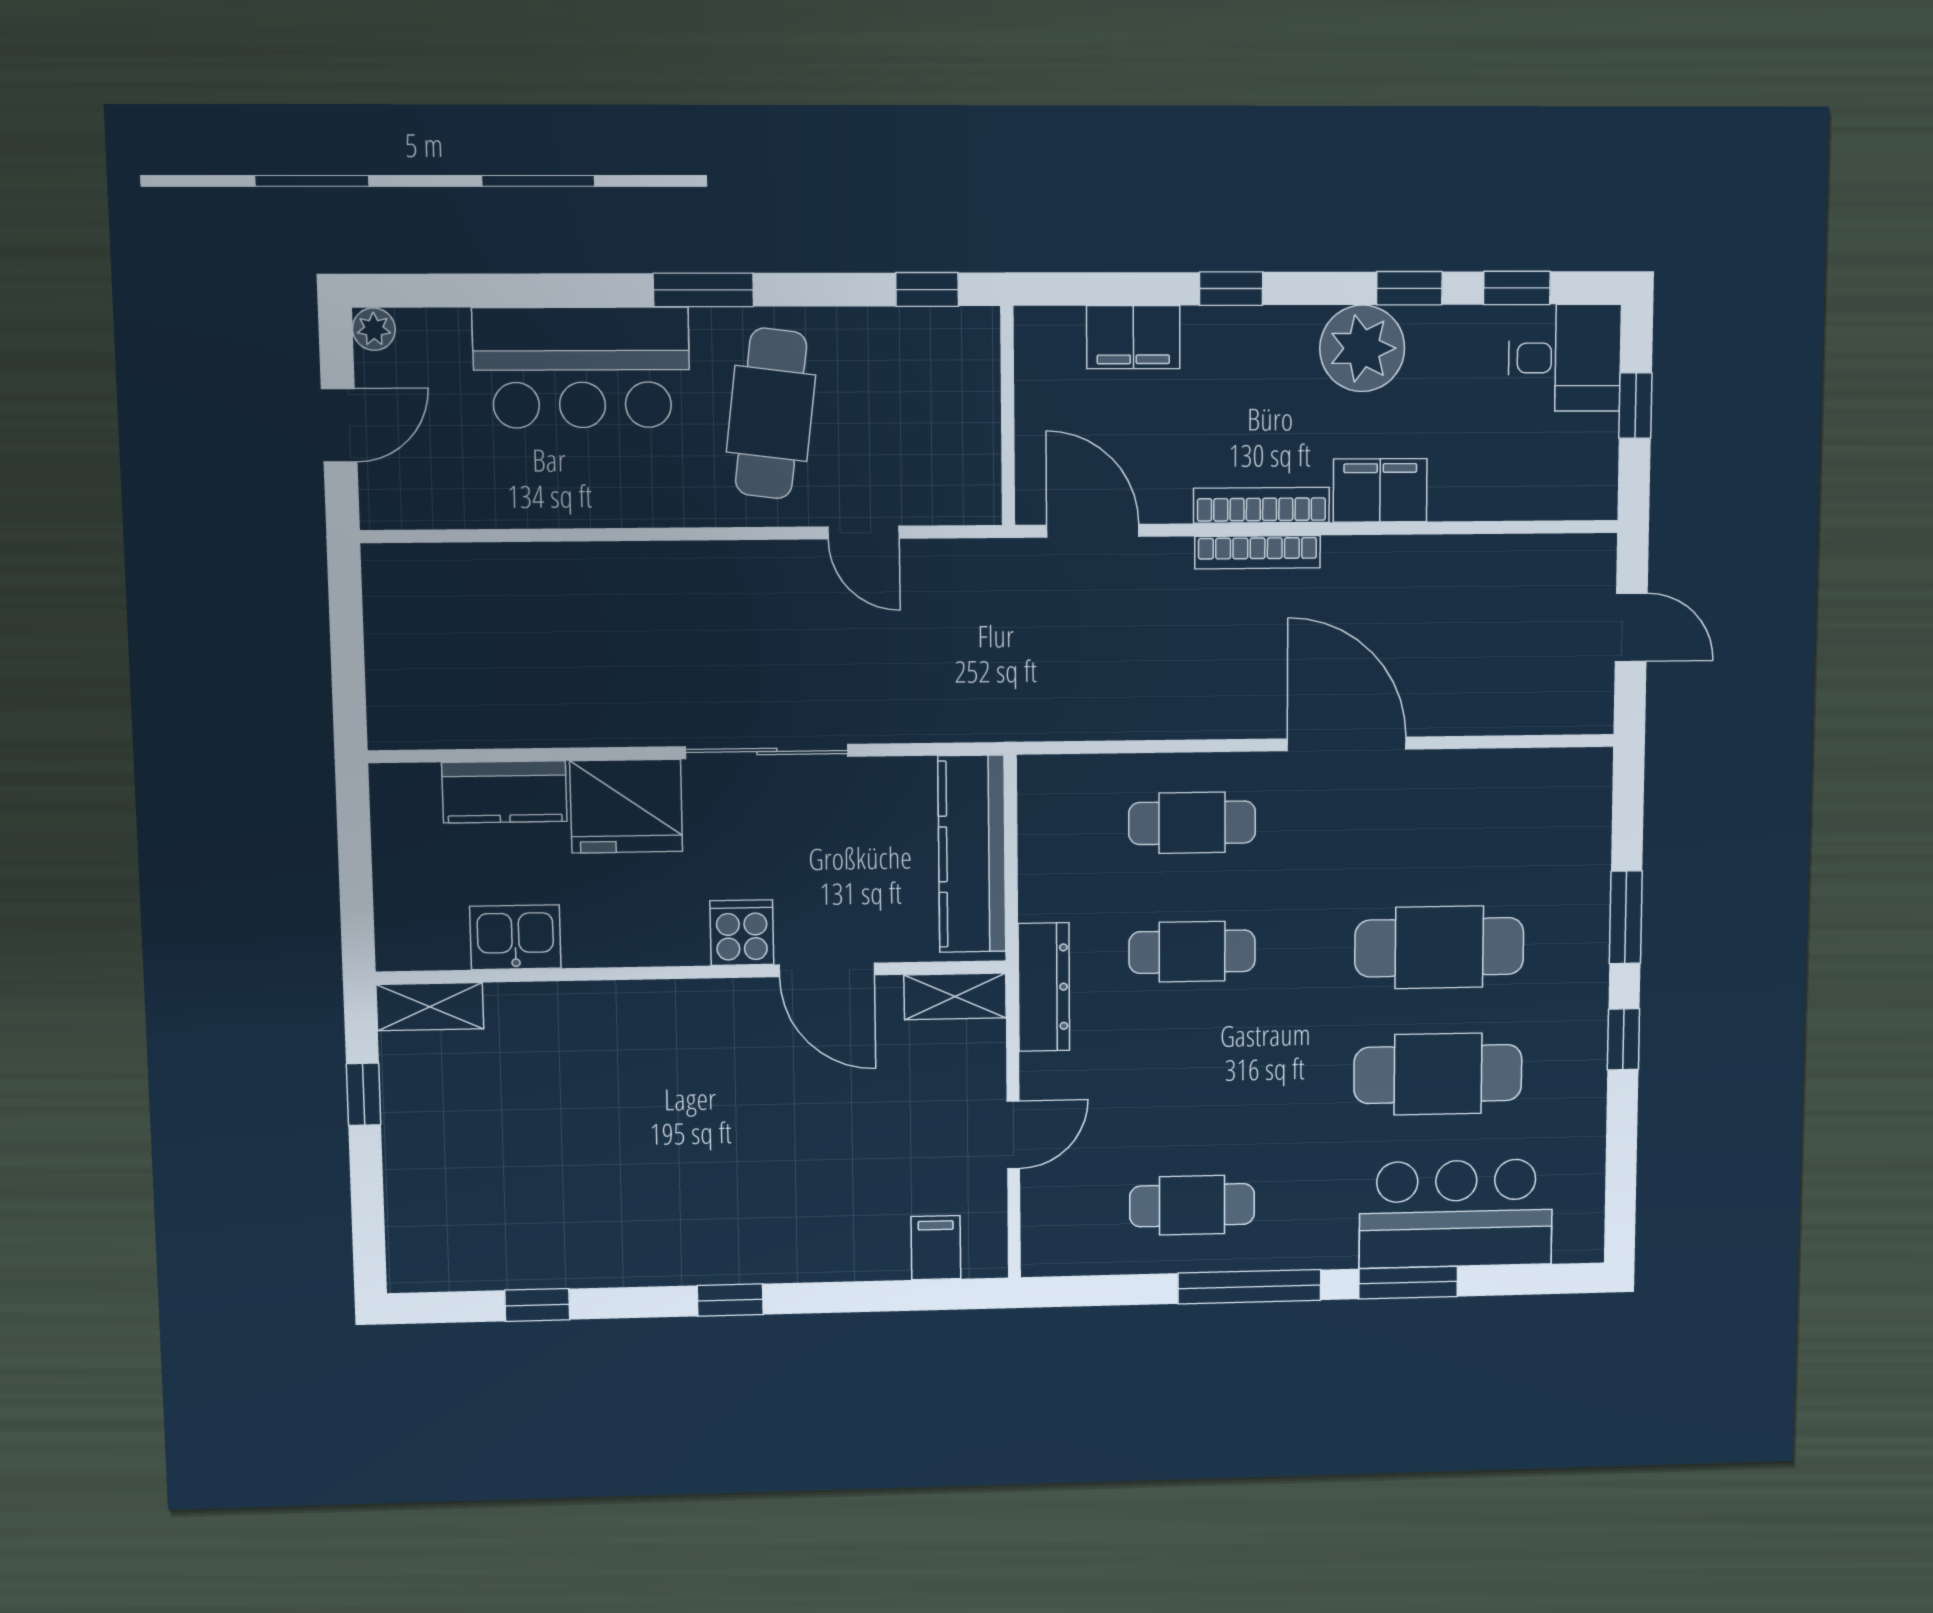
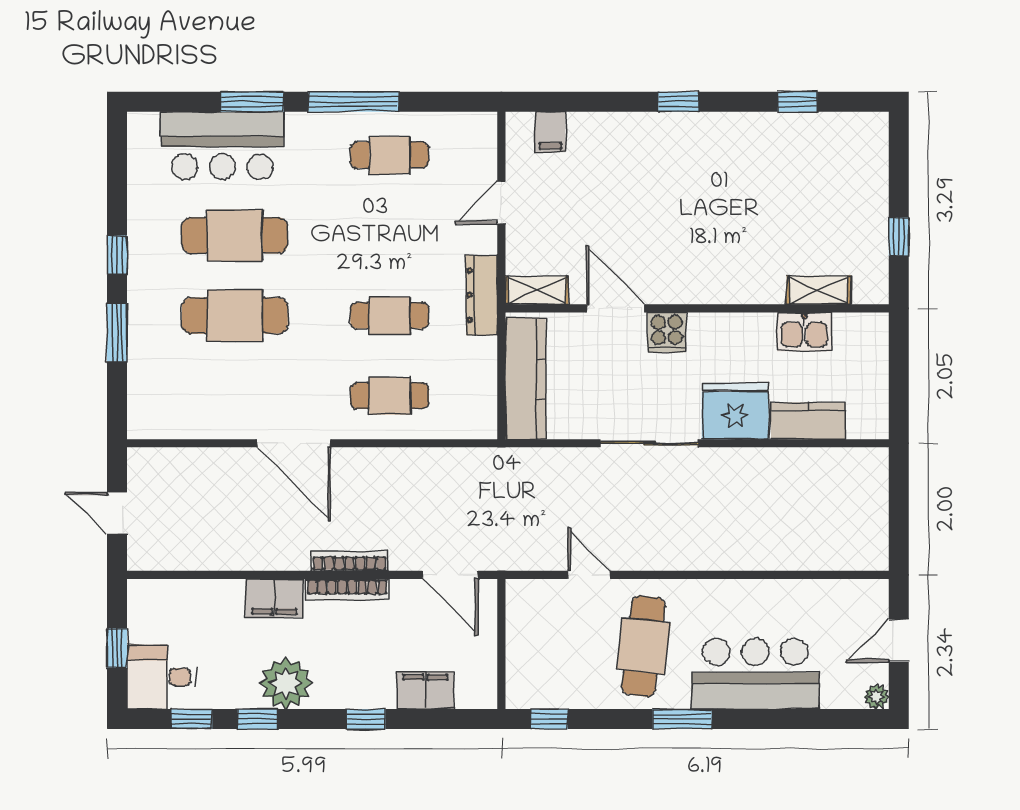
shelving: (430, 1007) -> (819, 290), moved

